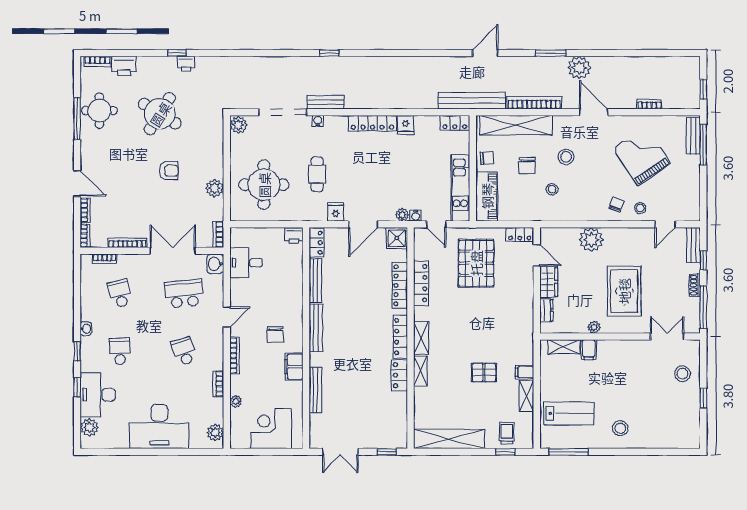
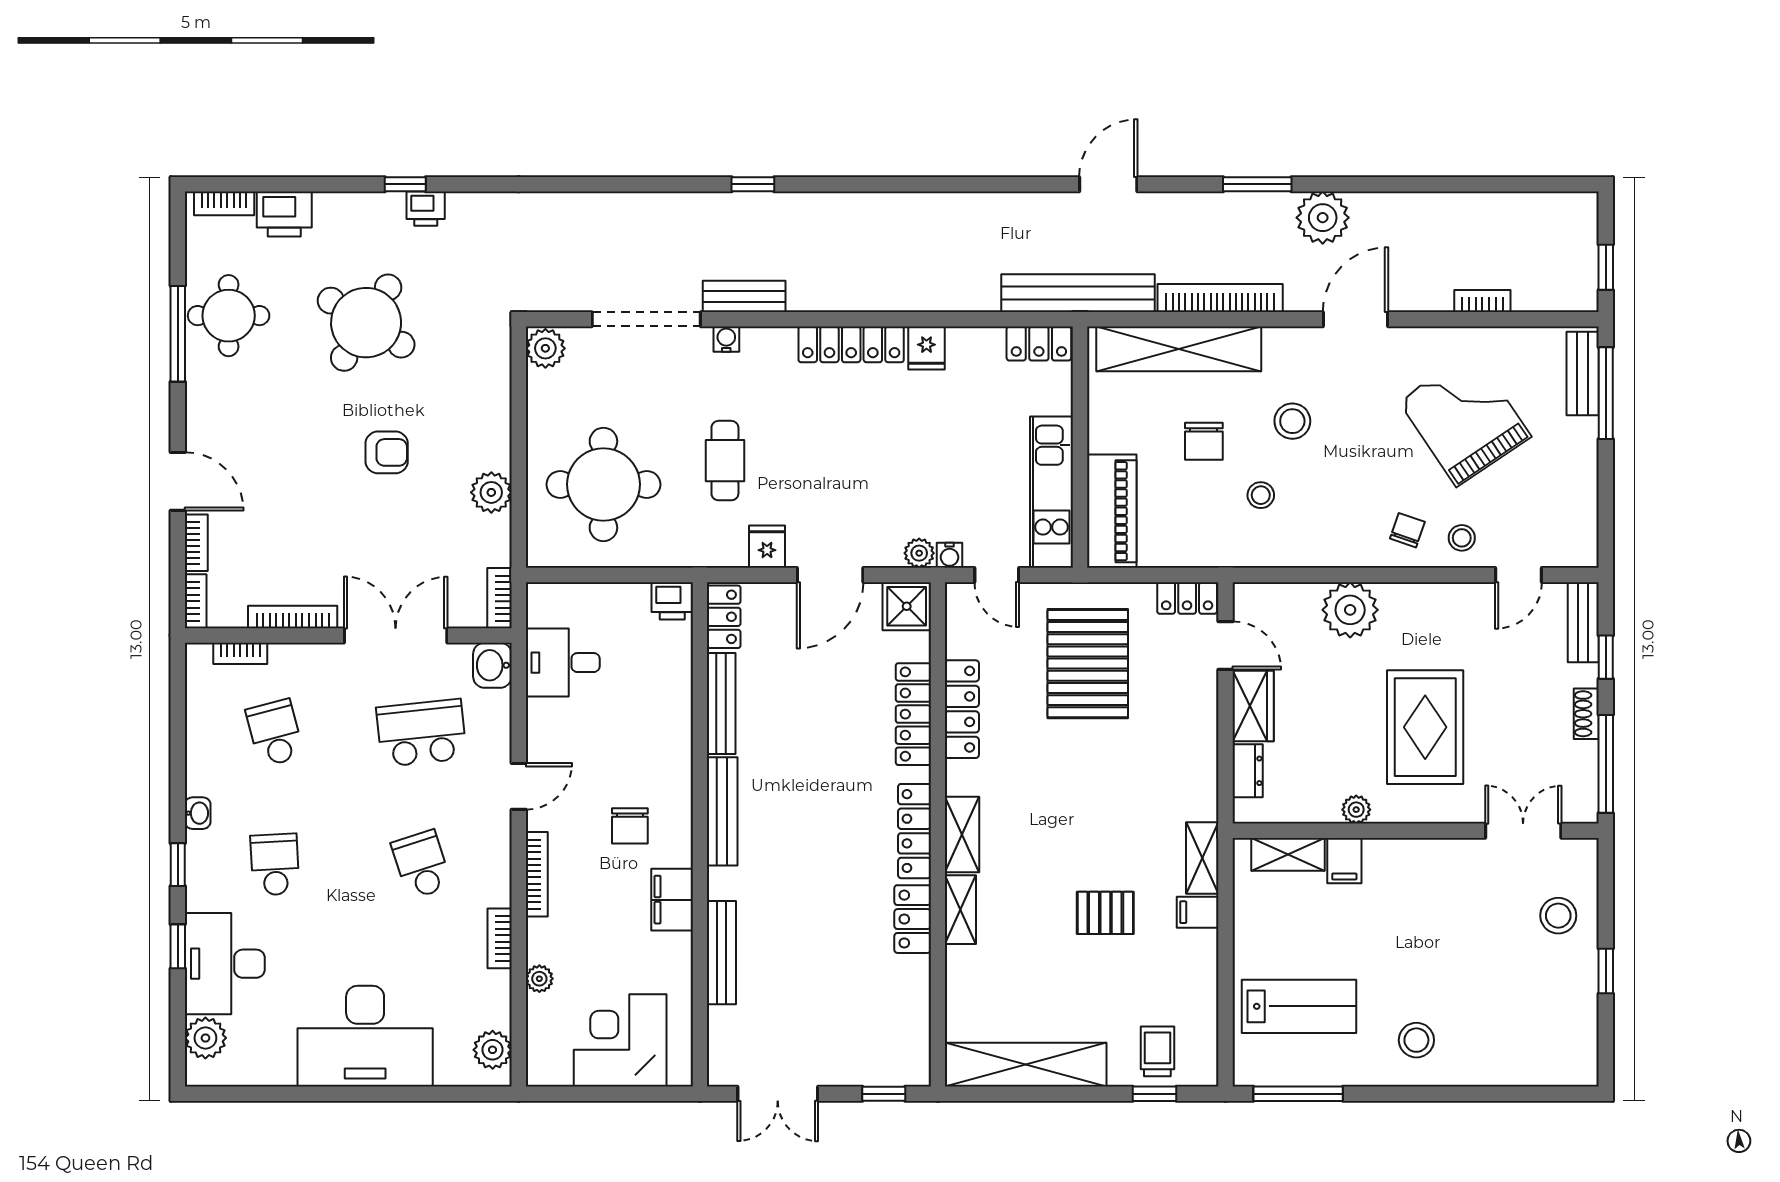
door: (594, 112) -> (1355, 319), hinge flipped
chair: (487, 158) -> (1112, 424), removed
shelving: (526, 396) -> (1202, 858), moved

